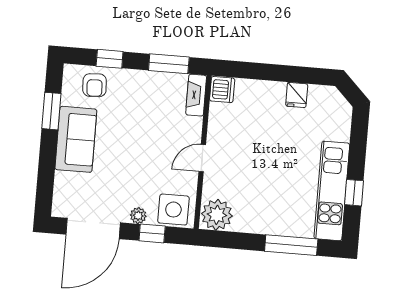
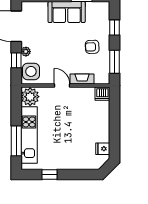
armchair: (95, 85) -> (92, 47), moved
fireplace: (196, 95) -> (82, 79), moved
fridge: (297, 95) -> (103, 149), moved
kitchen unit: (332, 191) -> (29, 135), moved, turned 90

